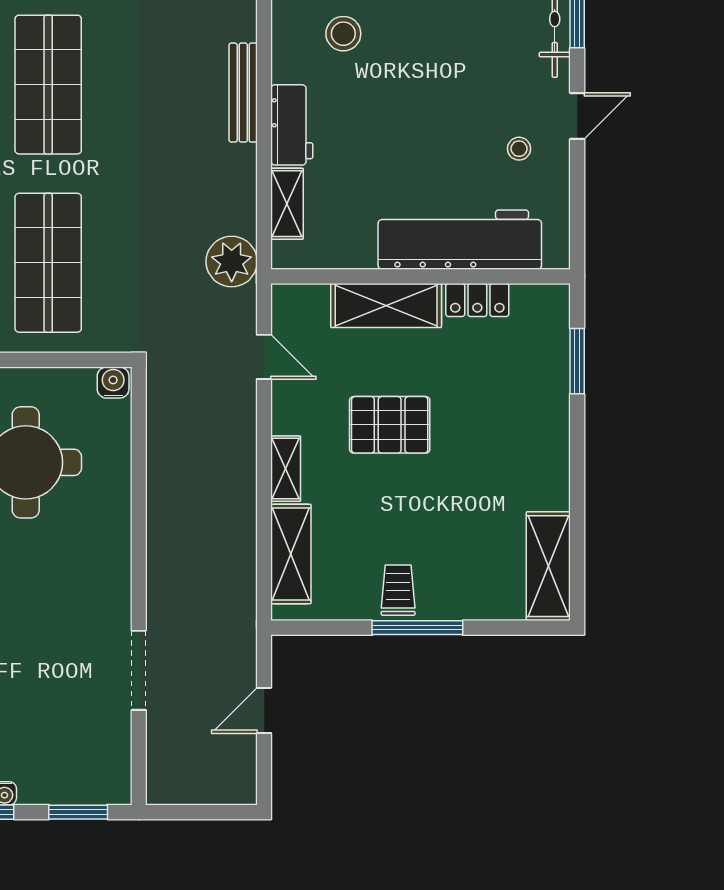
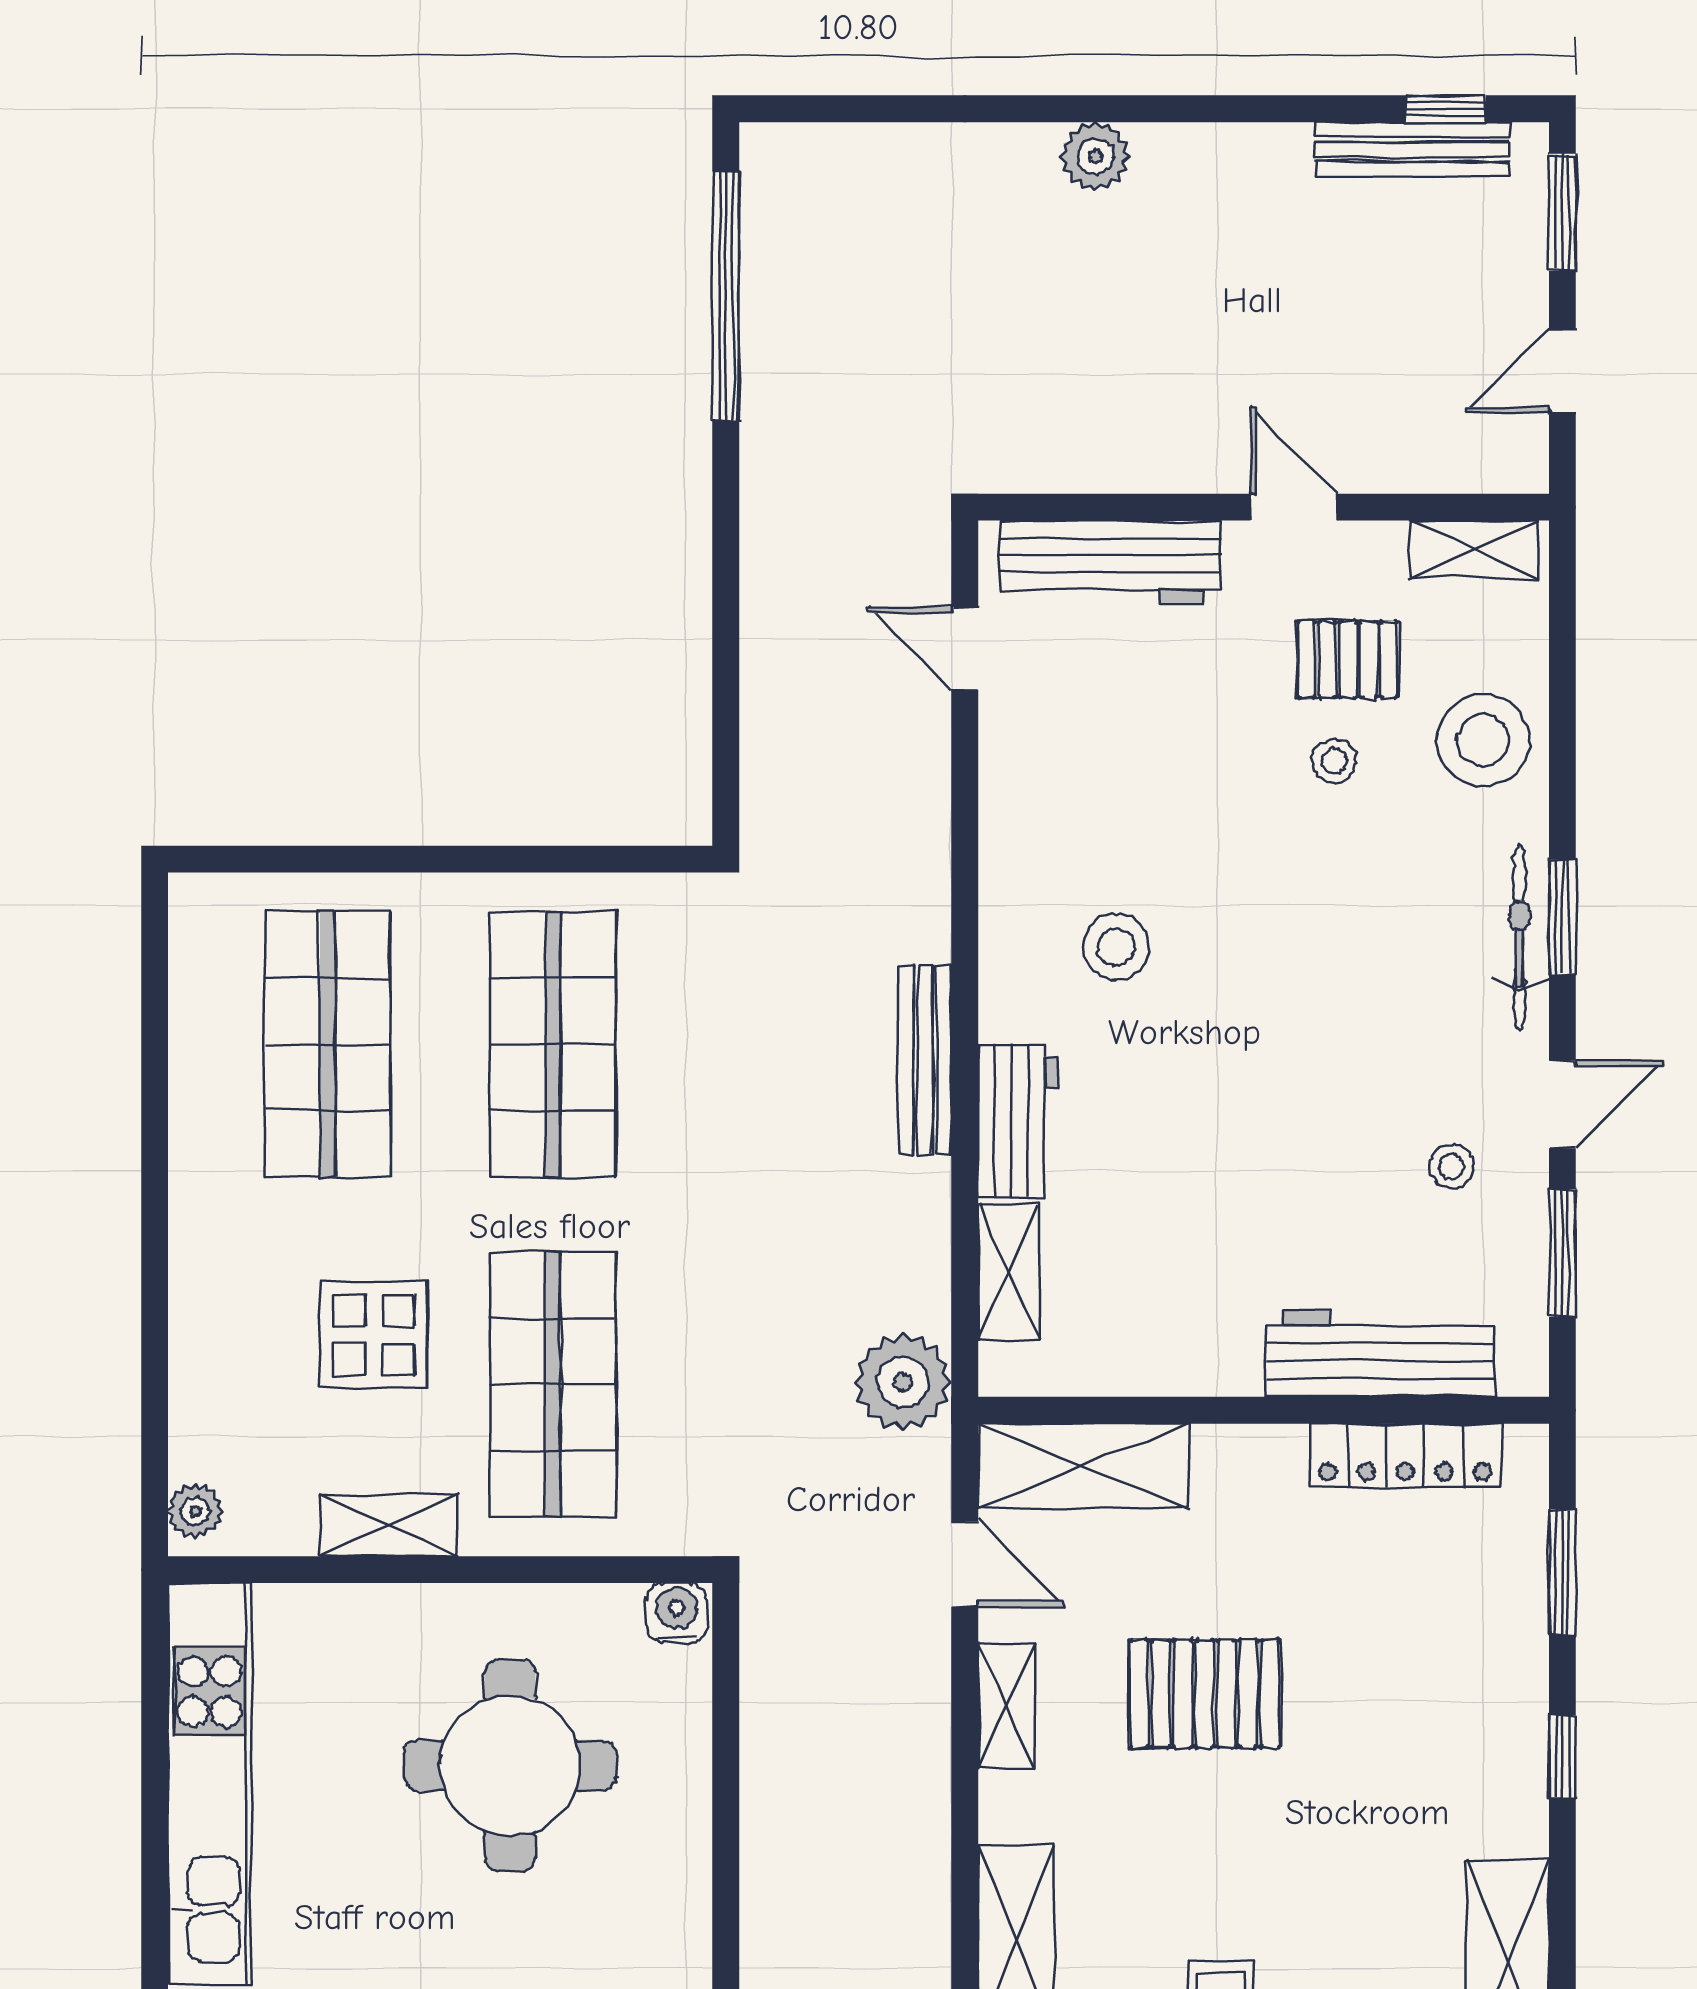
window: (577, 194) -> (1562, 1253), added
workbench: (460, 240) -> (1380, 1354), width x0.73, depth x0.76
locker: (477, 300) -> (1405, 1455), width x1.53
shelving: (386, 305) -> (1084, 1466), moved
window: (577, 458) -> (1562, 1757), added
shelving: (286, 469) -> (1006, 1706), moved

